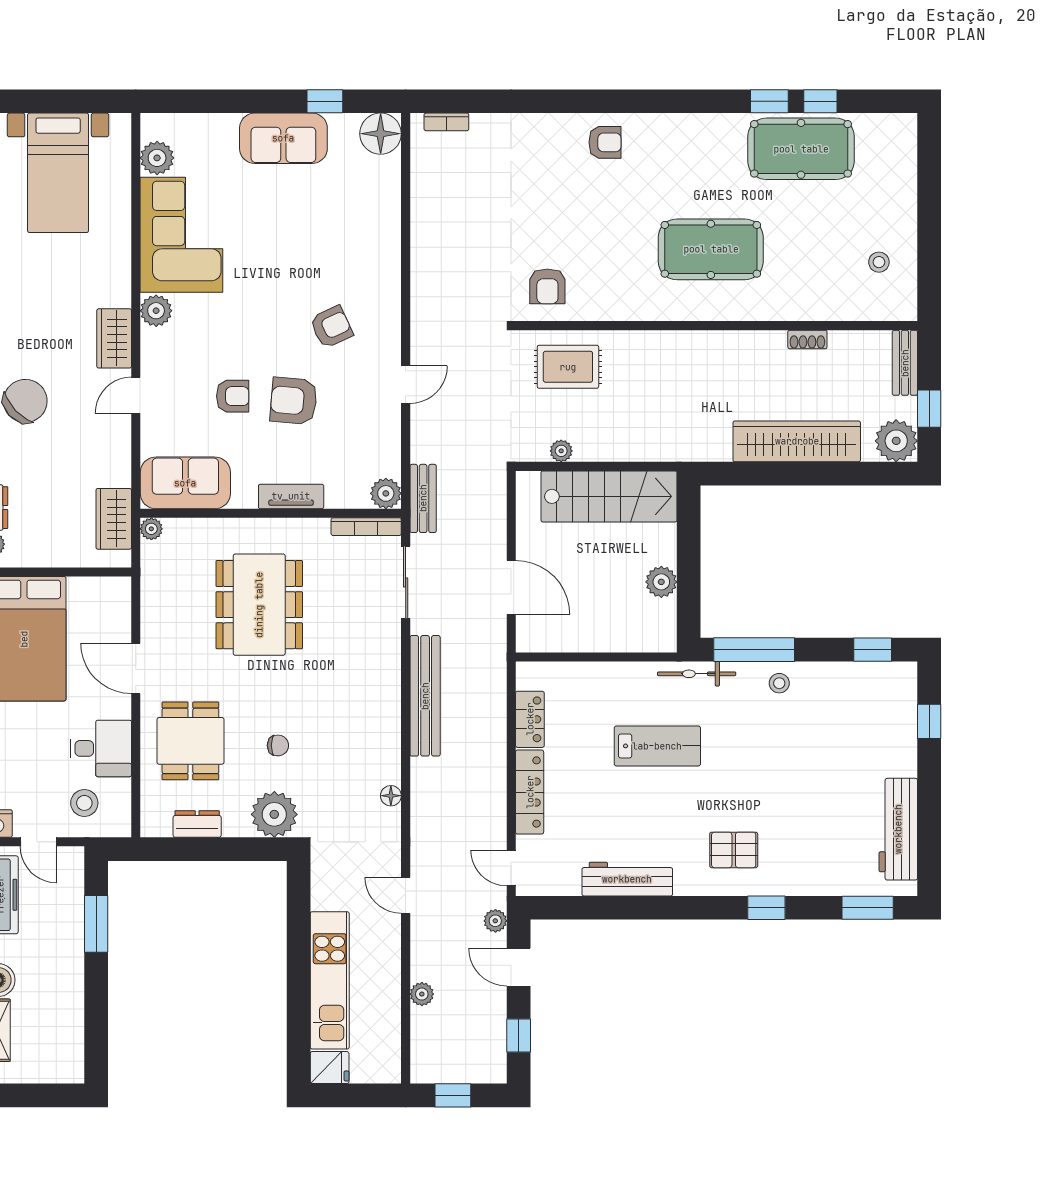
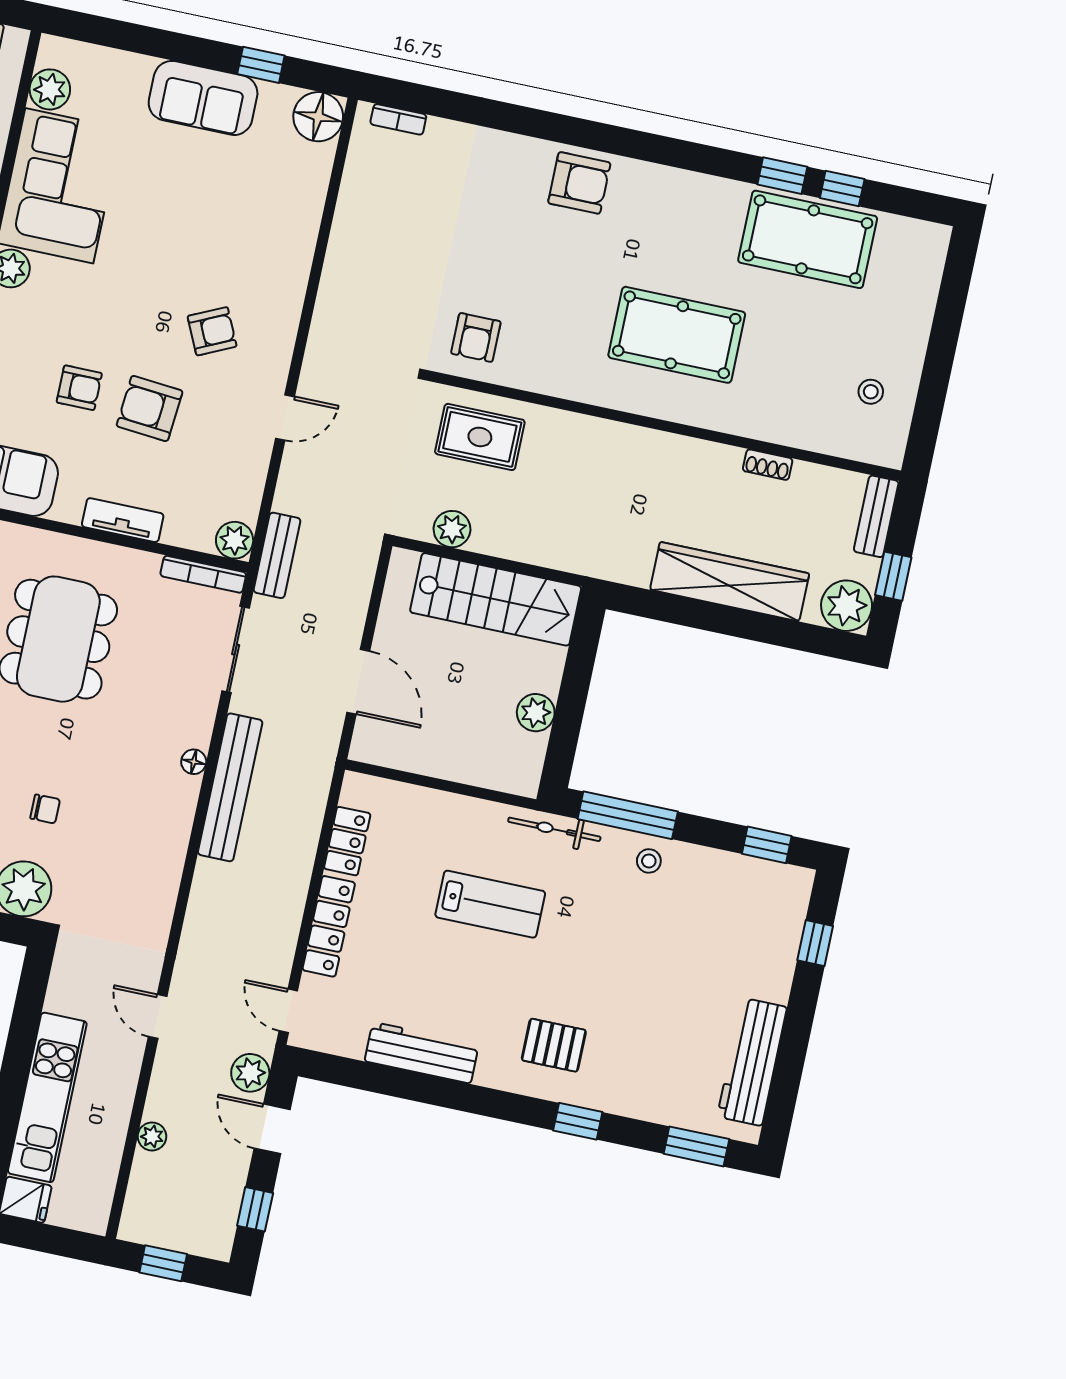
armchair: (605, 142) -> (579, 183), width x1.38, depth x1.38
plant: (561, 451) -> (452, 529), width x1.38, depth x1.38
floor lamp: (391, 796) -> (194, 762), moved
plant: (495, 921) -> (250, 1073), width x1.38, depth x1.38

